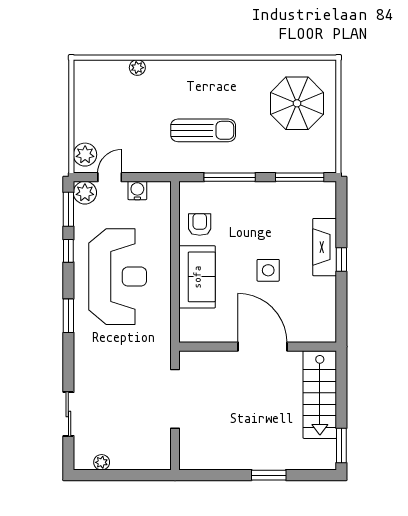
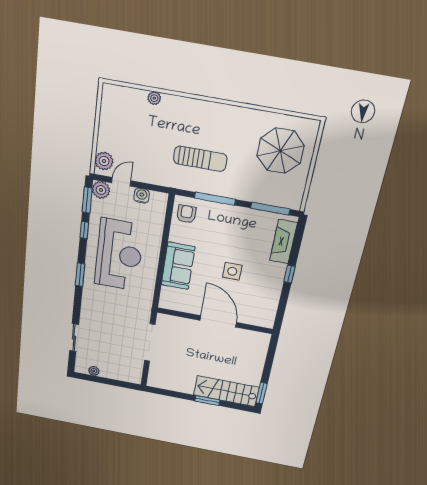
armchair: (200, 224) -> (186, 214), moved
fireplace: (325, 247) -> (283, 242), moved
stairs: (320, 395) -> (226, 391), moved, turned 90

